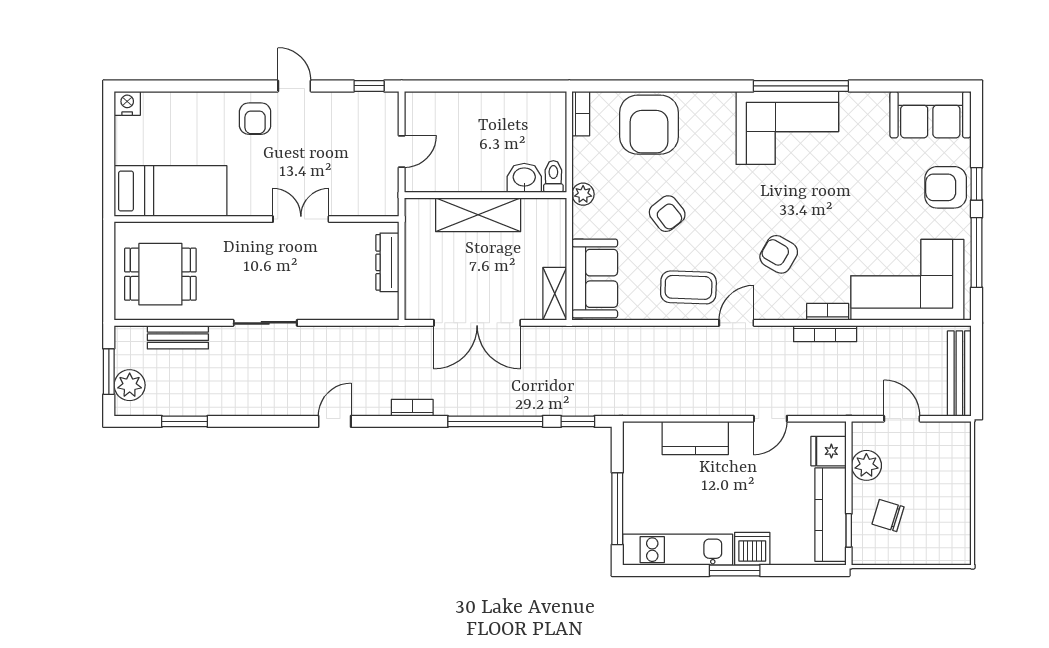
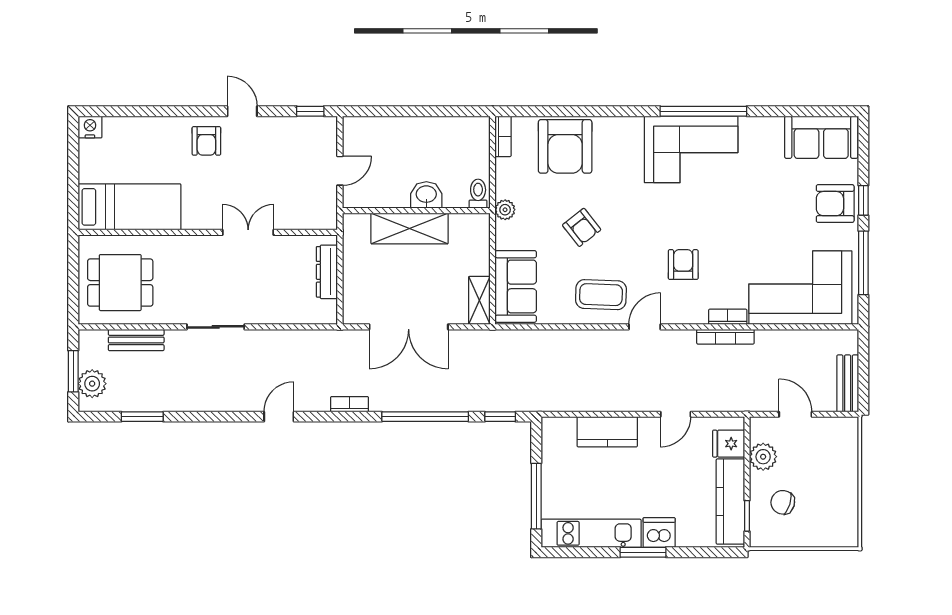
washbasin: (524, 178) -> (426, 195), moved
armchair: (779, 254) -> (683, 265), turned 60
bench: (959, 374) -> (848, 383), width x0.73

